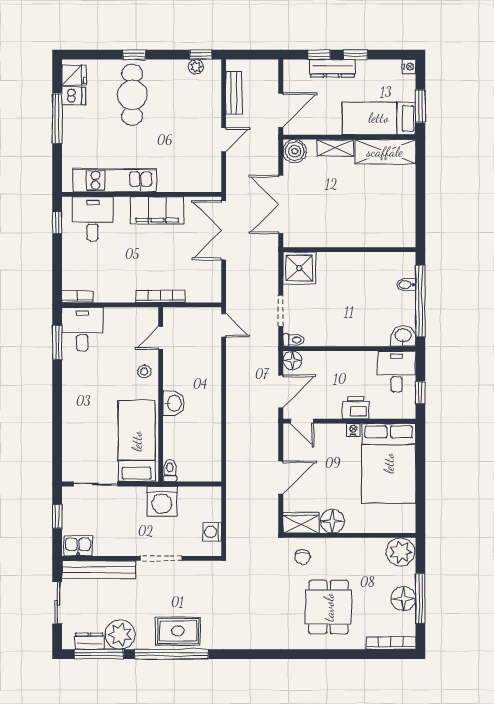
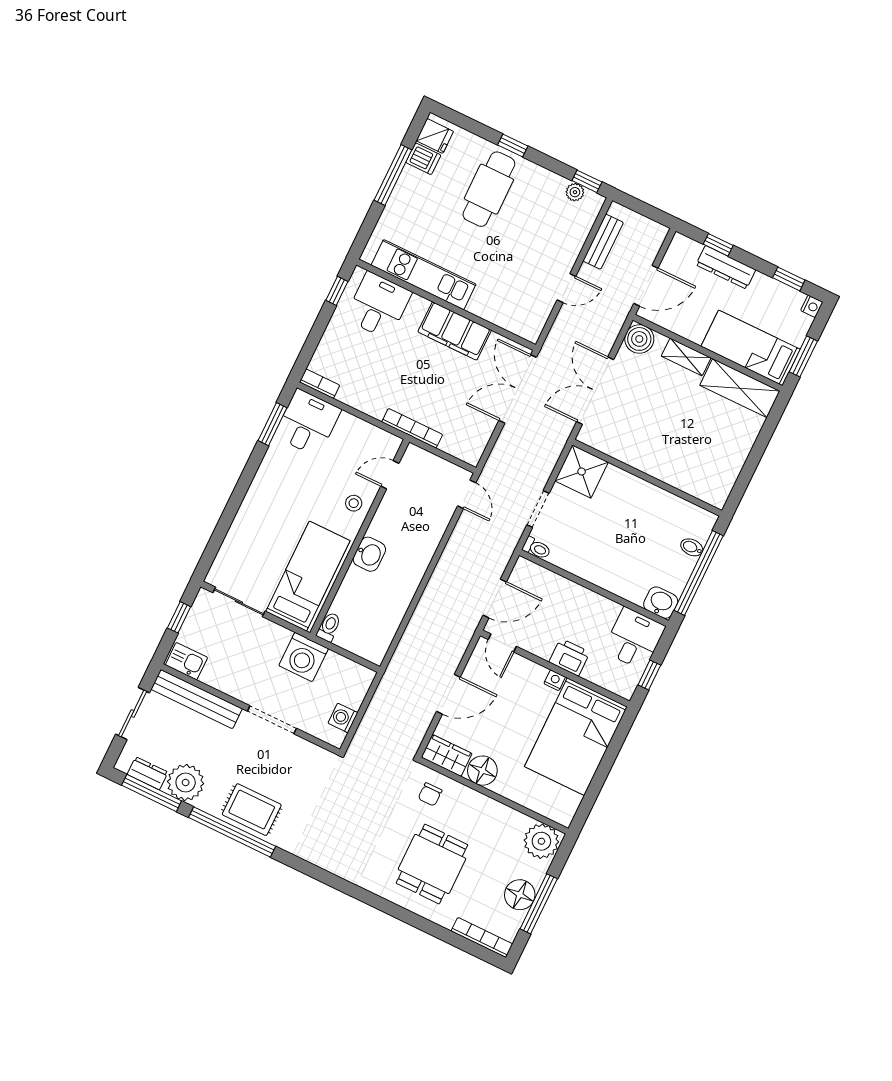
window: (355, 55) -> (789, 279), moved
floor lamp: (292, 360) -> (524, 570), removed

